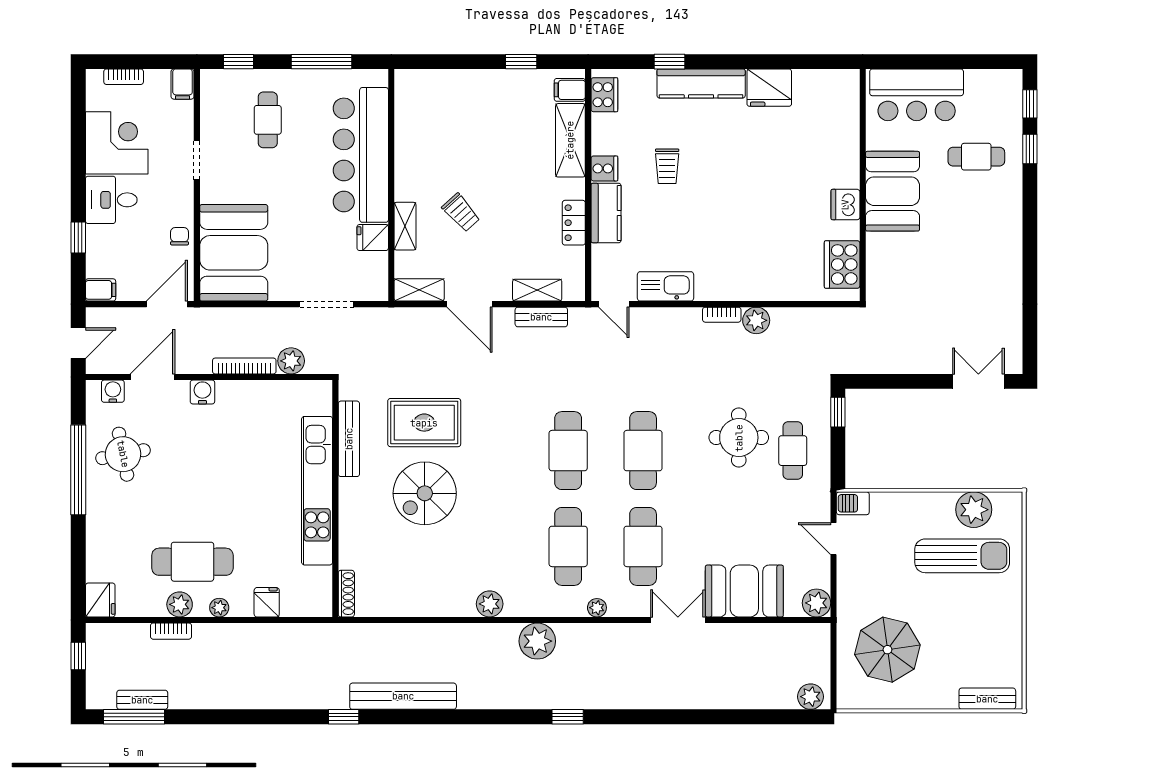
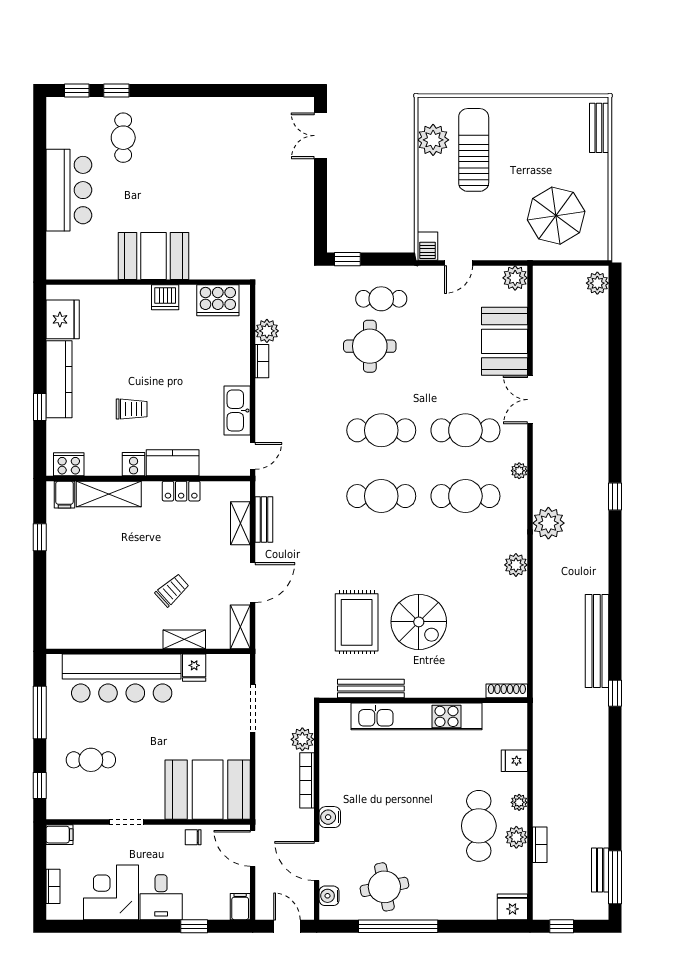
wall: (863, 185) -> (148, 282), moved
booth: (893, 191) -> (153, 256), moved
dishwasher: (845, 205) -> (165, 297), moved
cooker: (842, 264) -> (218, 300), moved

